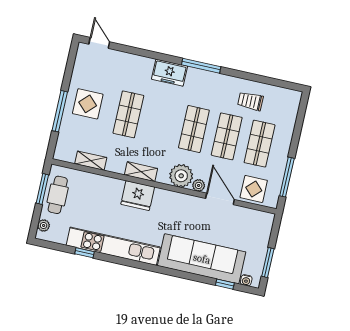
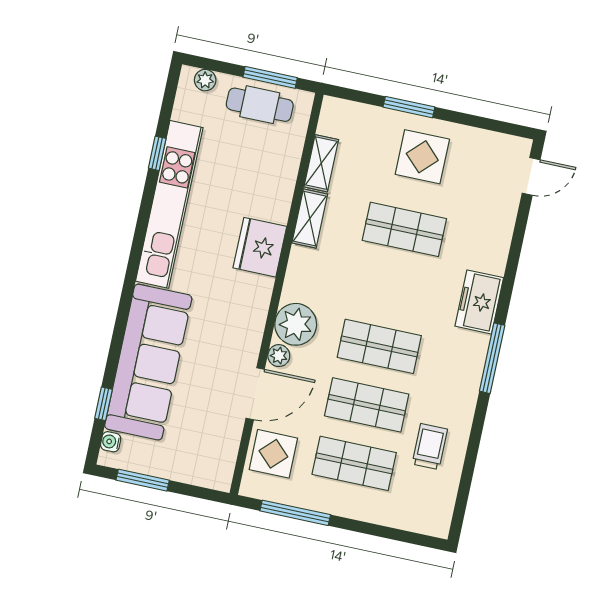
window: (60, 111) -> (409, 107), width x0.69
shelving: (141, 172) -> (310, 219), moved

